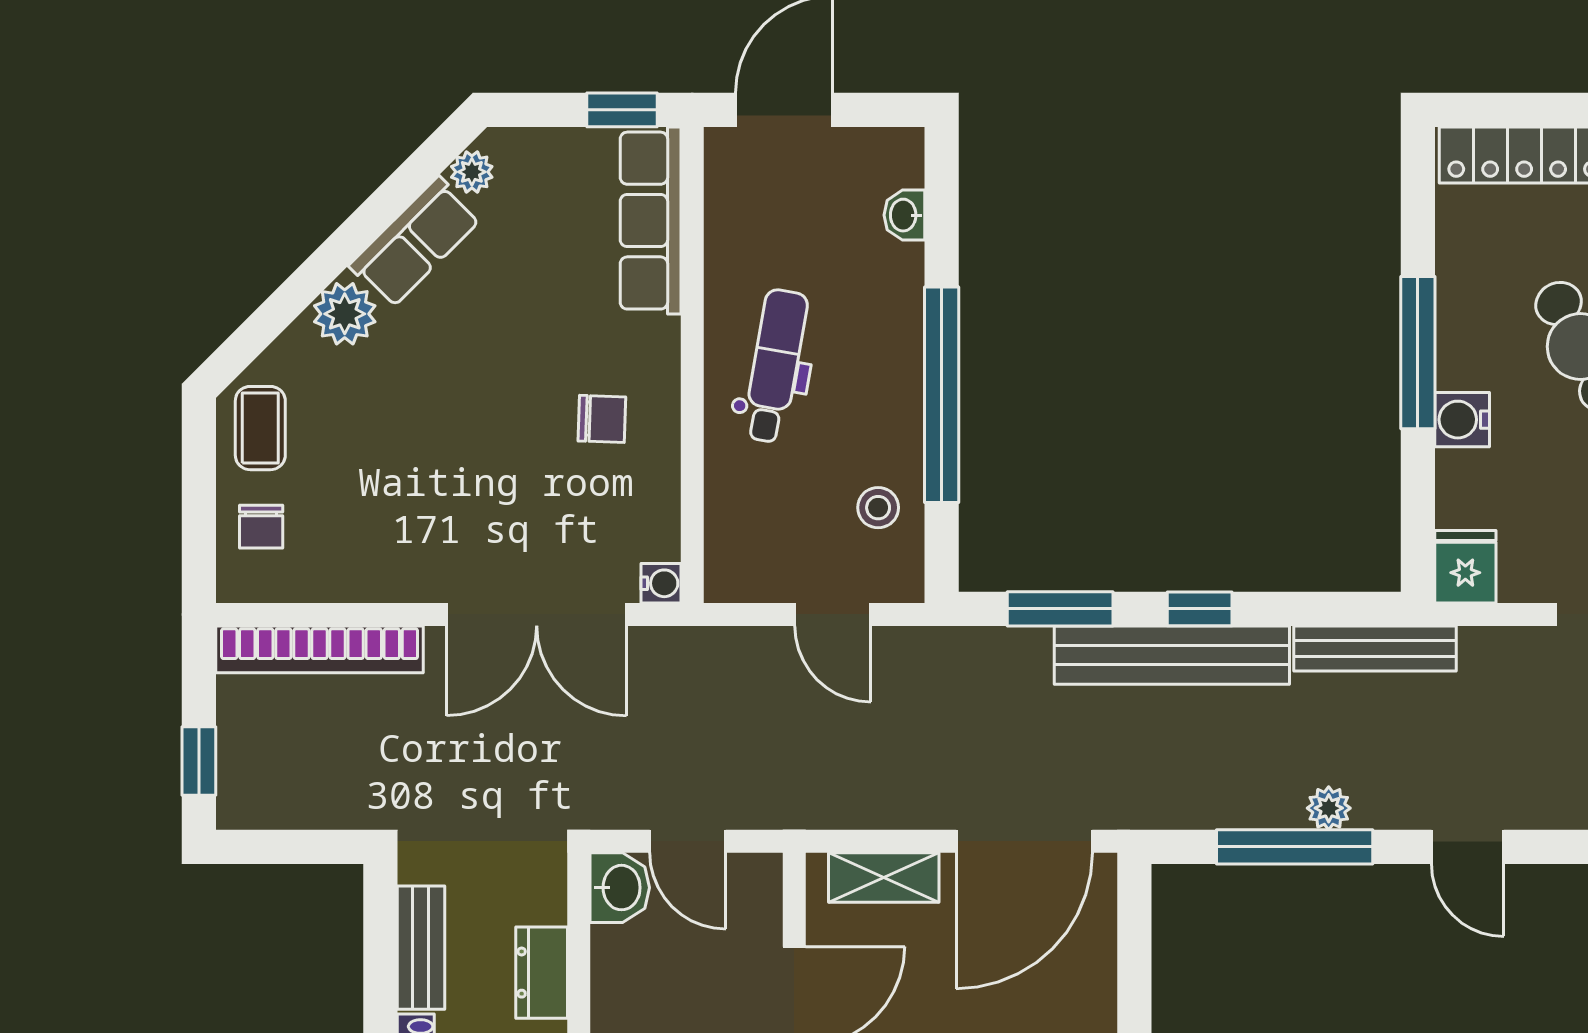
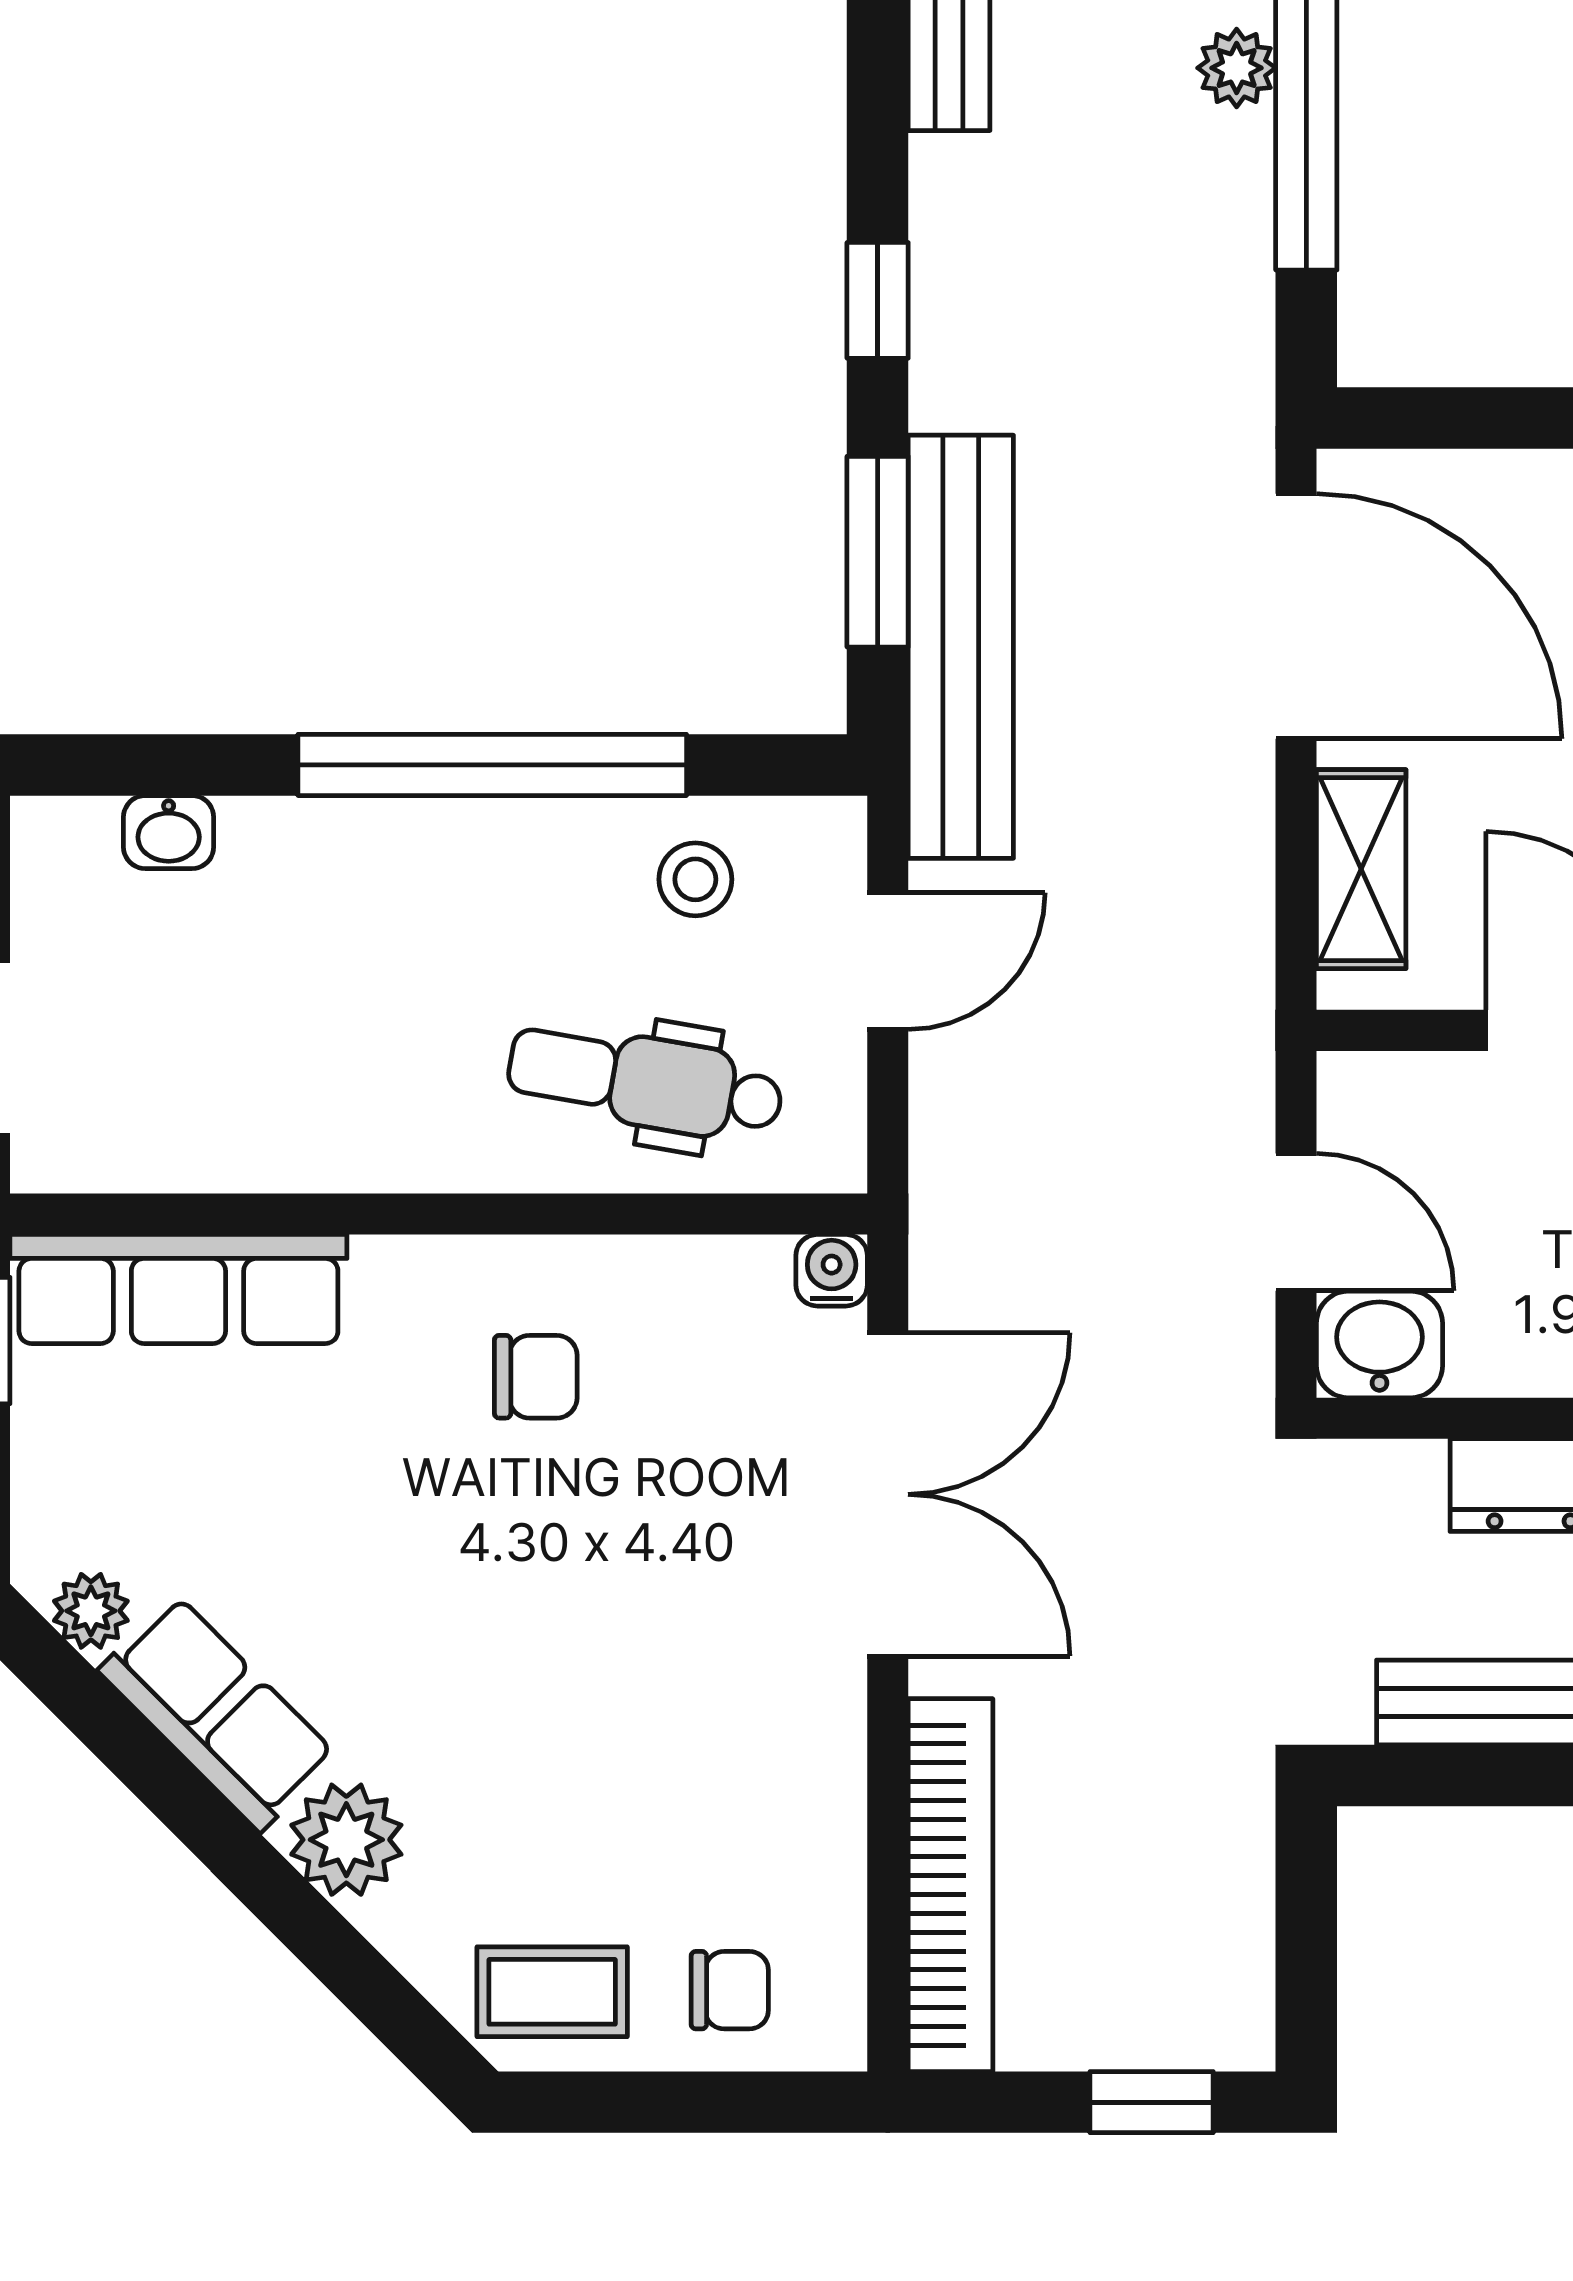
dental chair: (775, 366) -> (645, 1082), moved
chair: (602, 419) -> (536, 1377), turned 88
bench: (1172, 655) -> (961, 647), moved
door: (688, 841) -> (1296, 1222), hinge flipped

